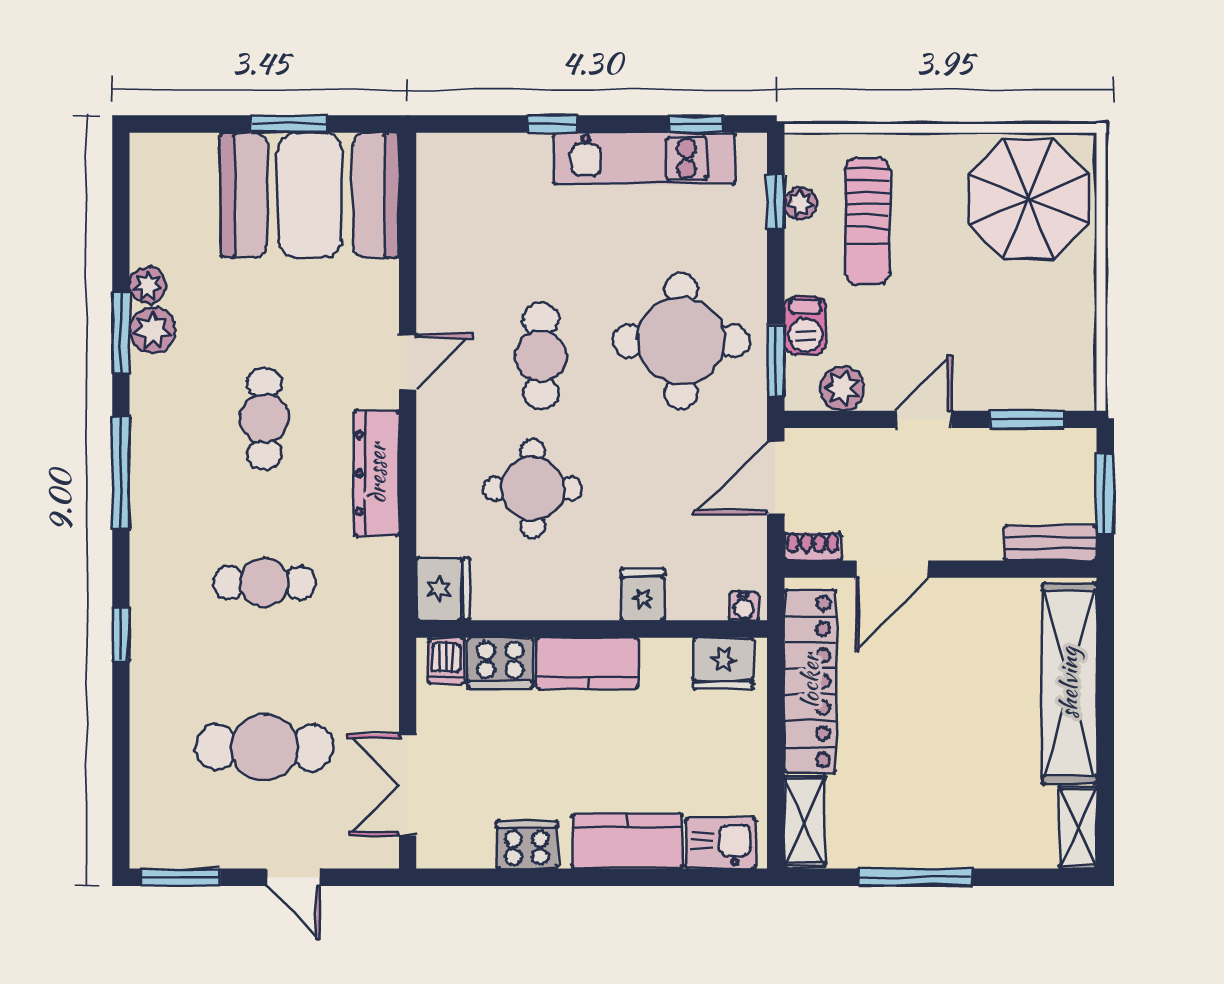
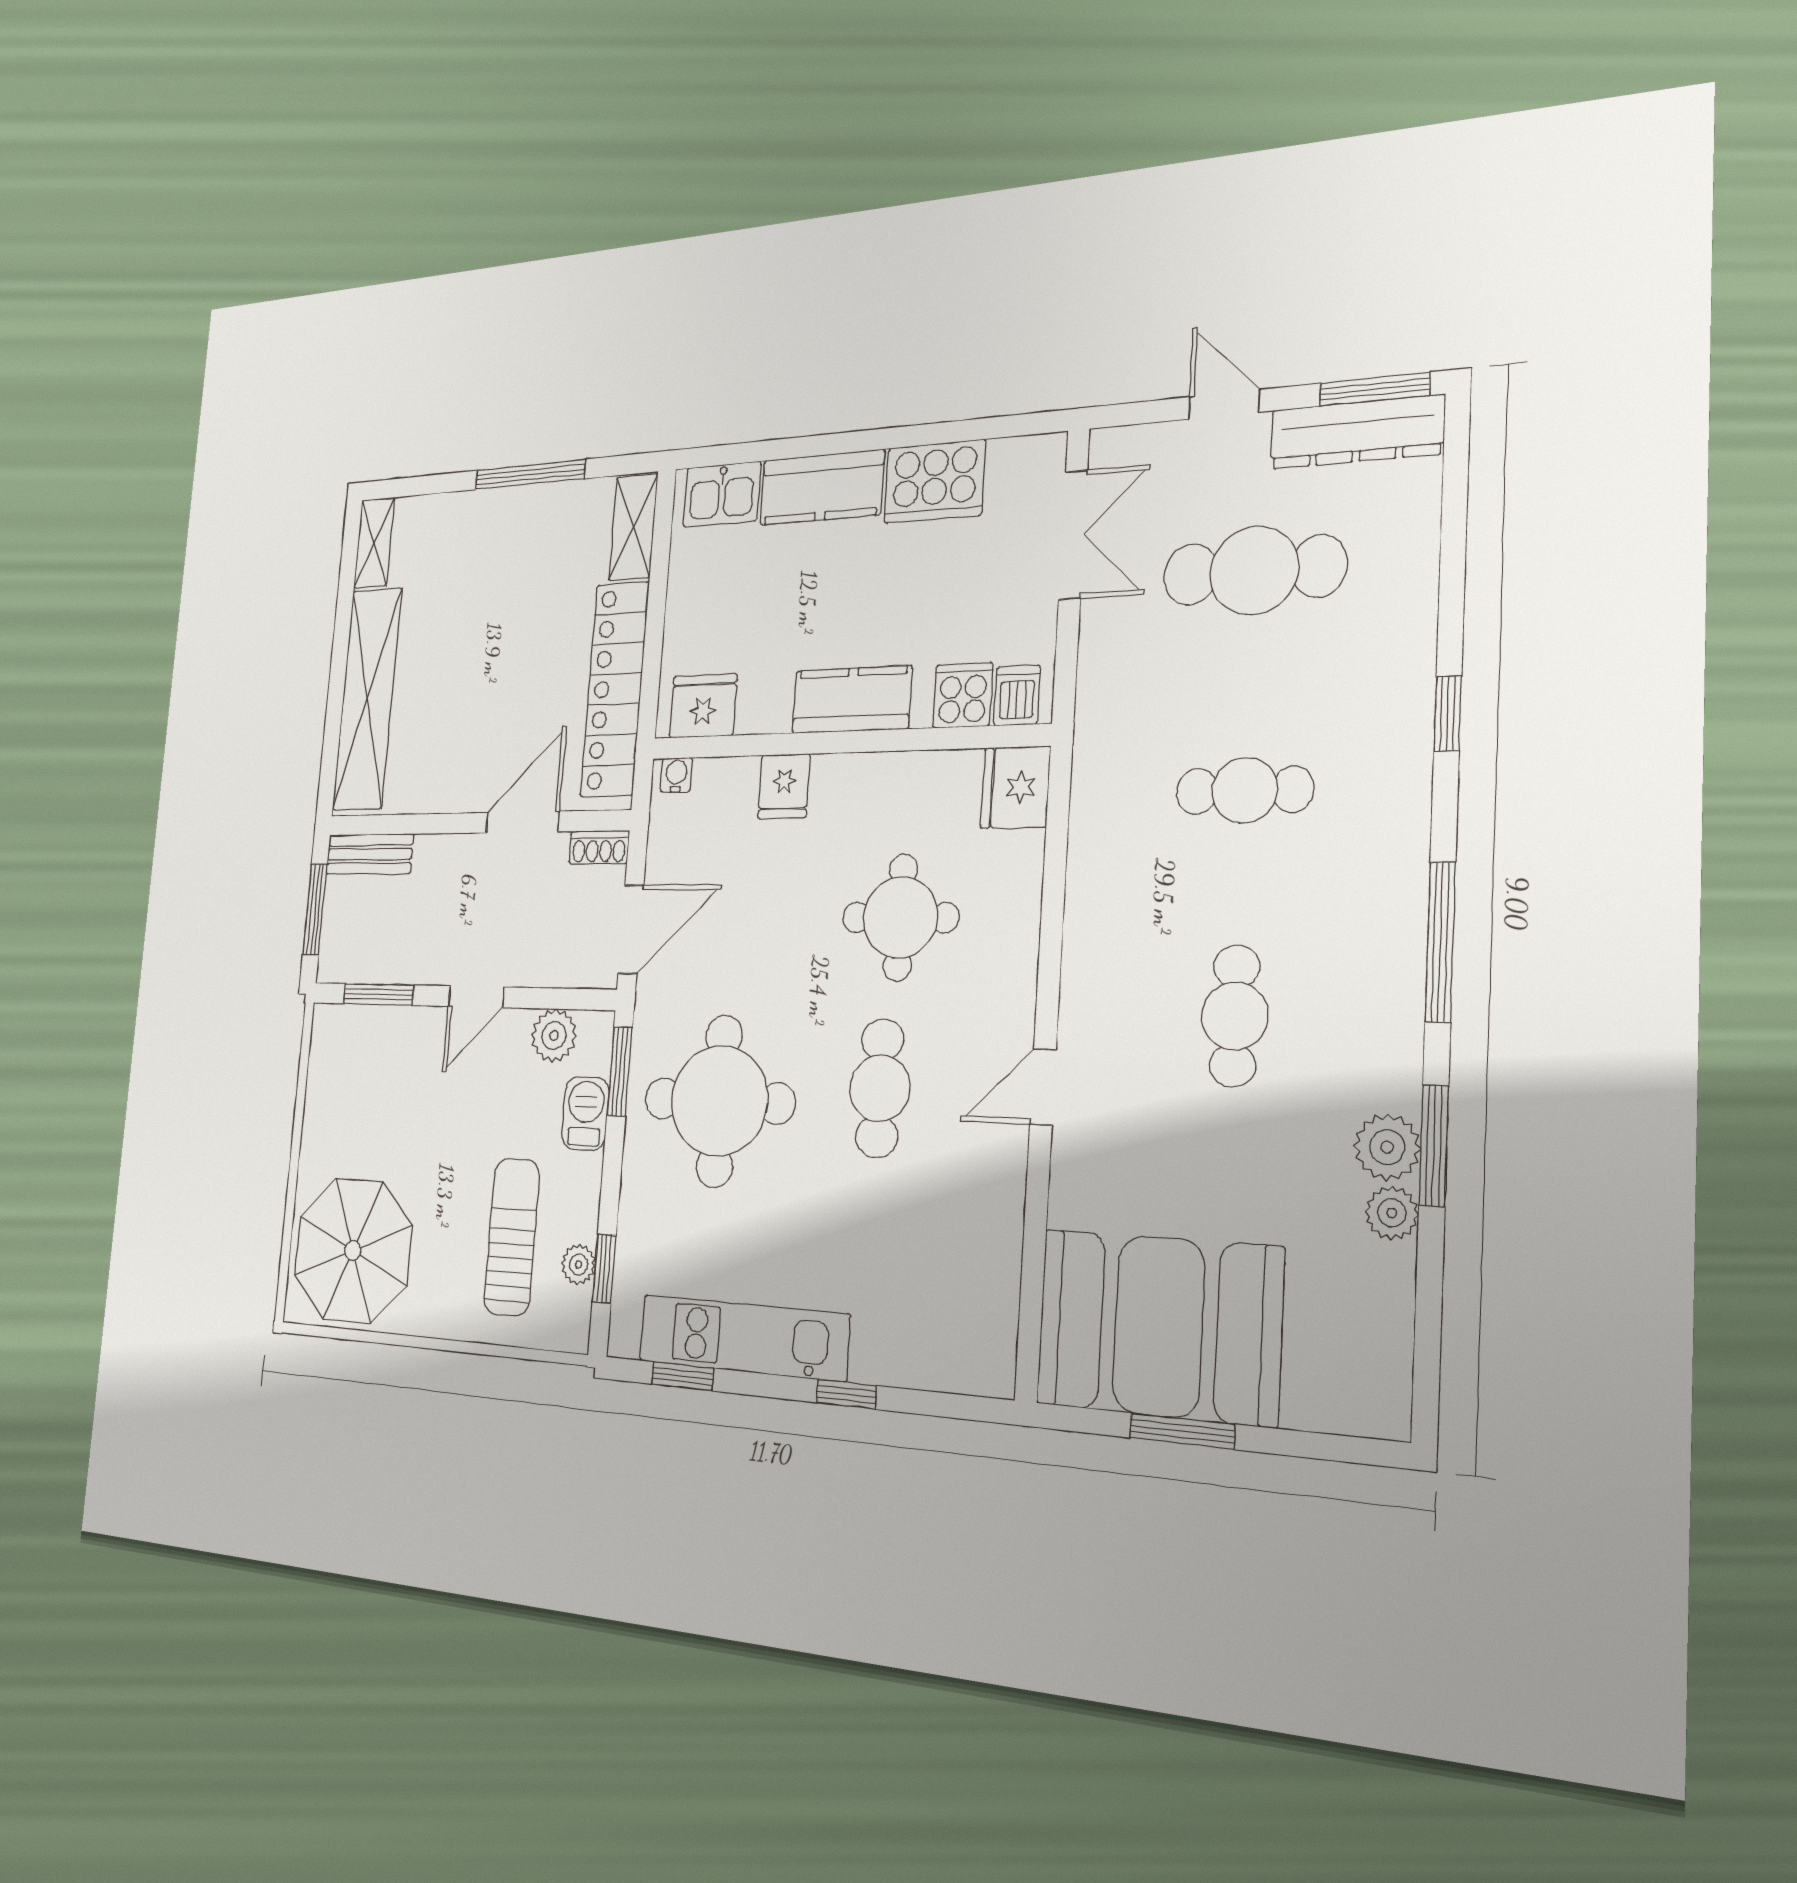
dresser: (377, 473) -> (1357, 432), moved, turned 90
cooker: (500, 663) -> (963, 695), width x0.73
cooker: (527, 845) -> (935, 481), width x1.37, depth x1.31

